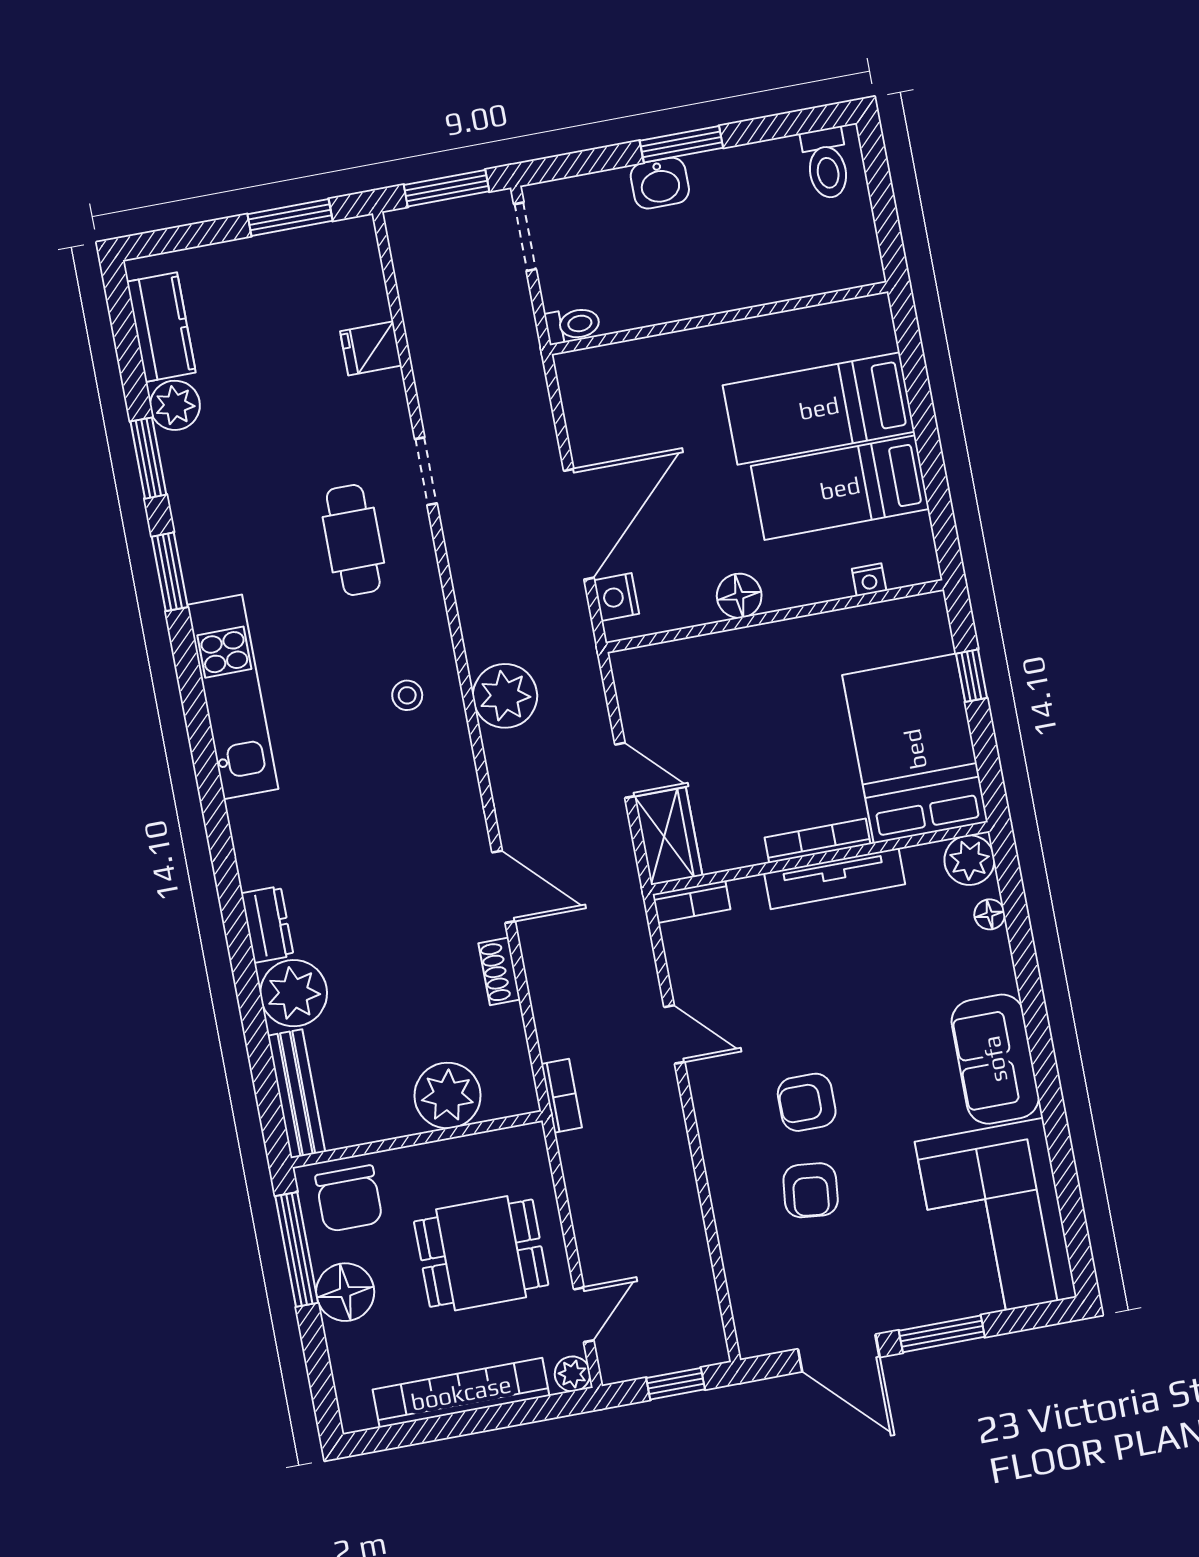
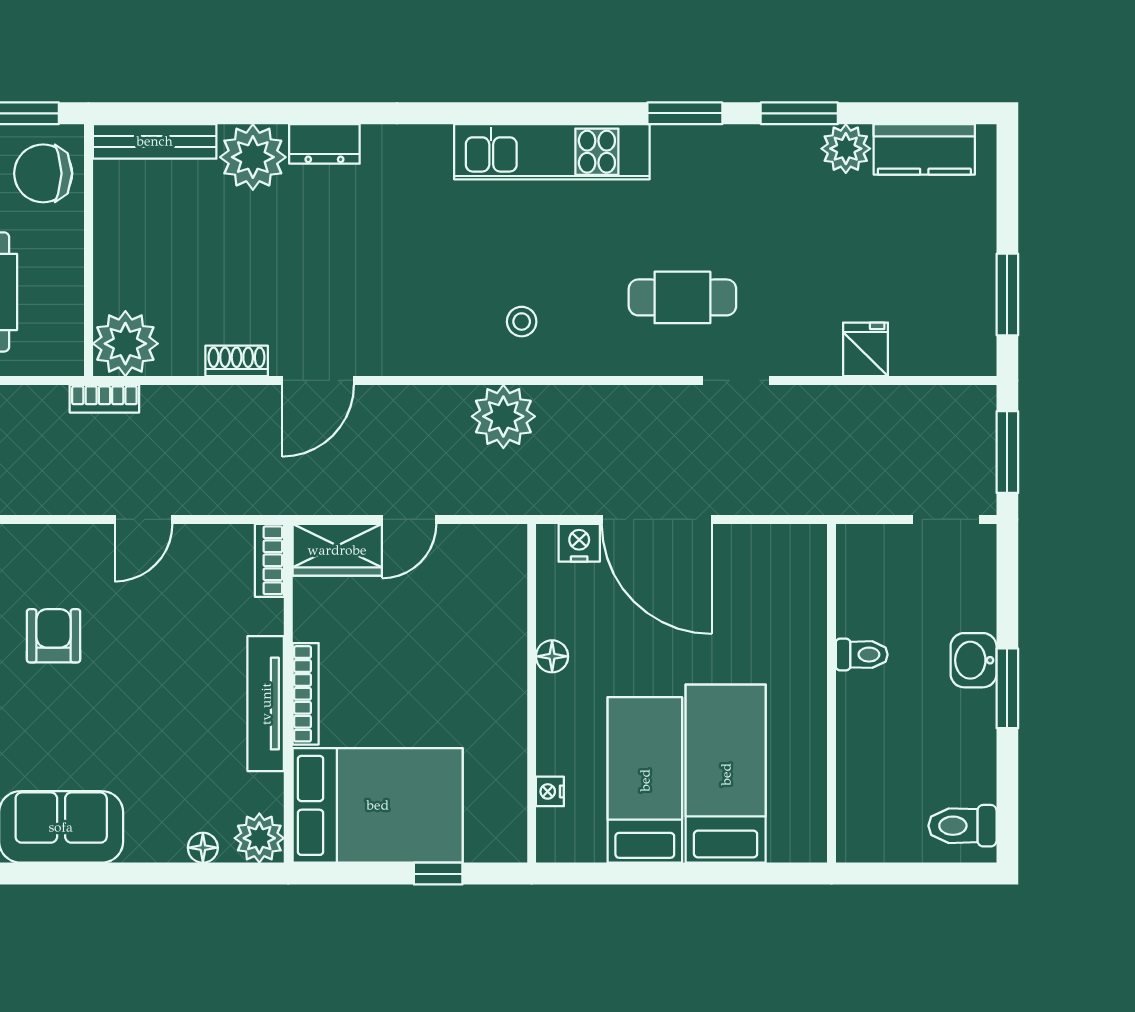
toilet: (573, 325) -> (862, 655), moved, turned -90
floor lamp: (739, 596) -> (552, 656), width x0.73, depth x0.73
plant: (448, 1096) -> (125, 344), moved

